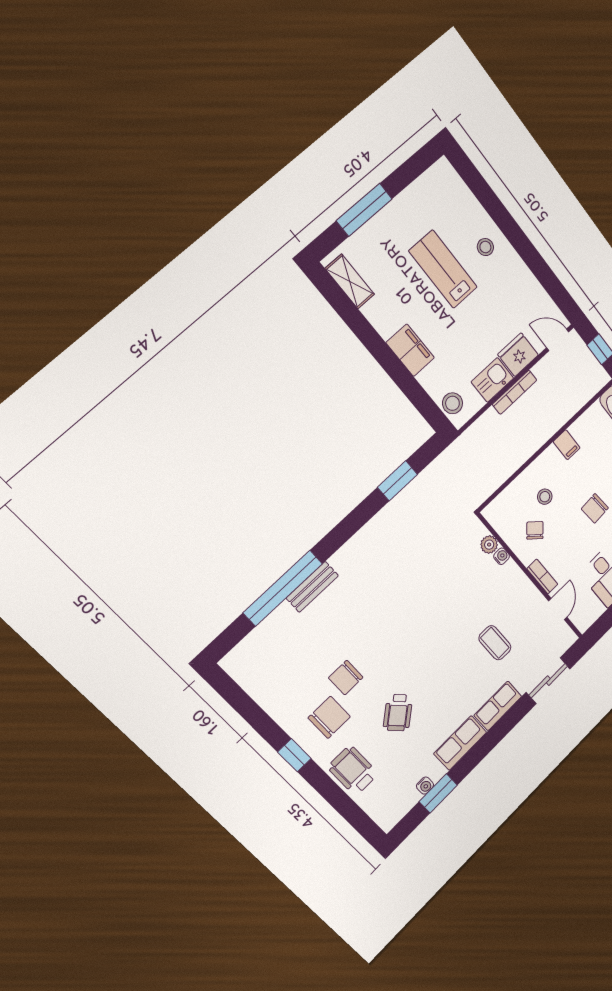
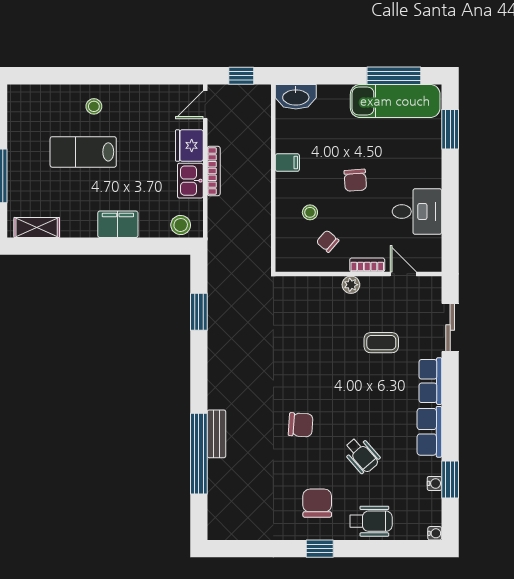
plant: (489, 545) -> (351, 285), moved
water cooler: (502, 556) -> (435, 533), moved, turned 90
chair: (346, 678) -> (301, 425), moved, turned -86
wheelchair: (353, 770) -> (371, 521), turned 180

